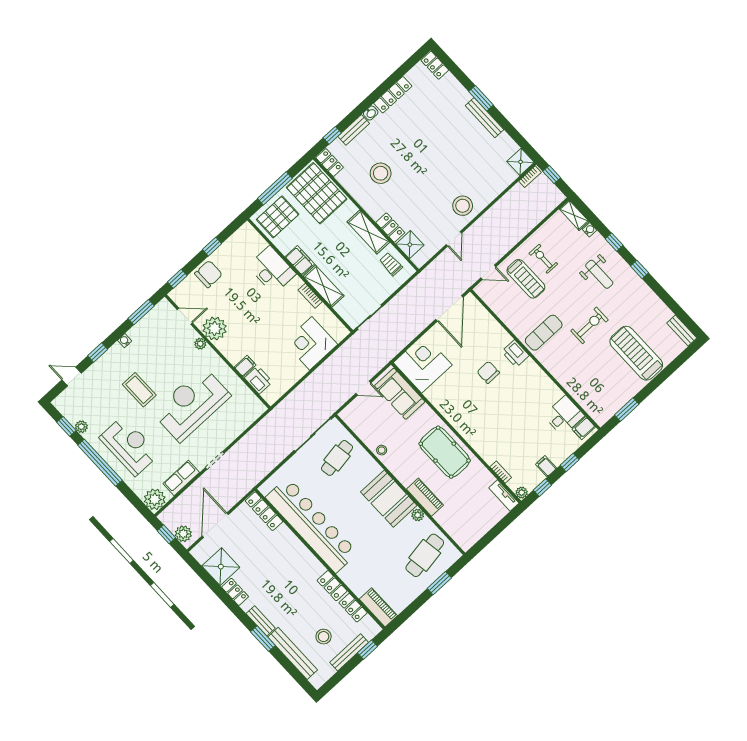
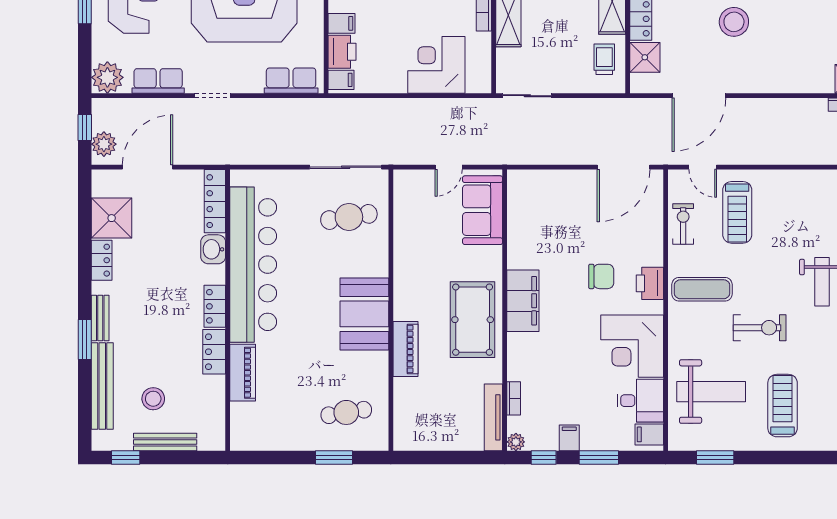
stool: (463, 206) -> (734, 22), moved
door: (454, 239) -> (699, 96), width x1.88
exercise bike: (543, 259) -> (683, 224), moved
treadmill: (636, 353) -> (783, 406), width x0.73, depth x0.73
corner desk: (423, 364) -> (632, 346), moved, turned 180
chair: (488, 372) -> (601, 276), turned 90
weight bench: (595, 379) -> (711, 392), added
door: (363, 388) -> (449, 167), hinge flipped
filing cabinet: (271, 394) -> (341, 80), added
row of seats: (246, 417) -> (291, 81), added
filing cabinet: (461, 420) -> (523, 301), added
stool: (382, 450) -> (406, 254), removed
window: (570, 462) -> (599, 458), width x1.50
tv unit: (504, 496) -> (493, 417), width x1.41
plant: (418, 515) -> (379, 361), removed
washbasin: (285, 536) -> (213, 249), added
cafe table: (425, 555) -> (346, 412), width x0.73, depth x0.74
piano: (378, 607) -> (243, 373), moved
locker: (353, 608) -> (215, 306), moved
window: (367, 650) -> (126, 458), moved

